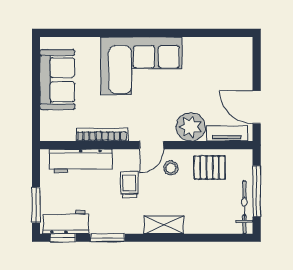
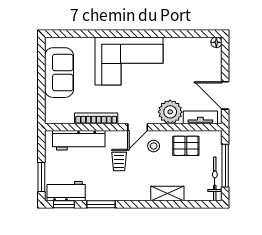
floor lamp: (246, 43) -> (216, 42), added
trolley: (129, 185) -> (119, 160), turned 180
shelving: (164, 225) -> (167, 194), moved

